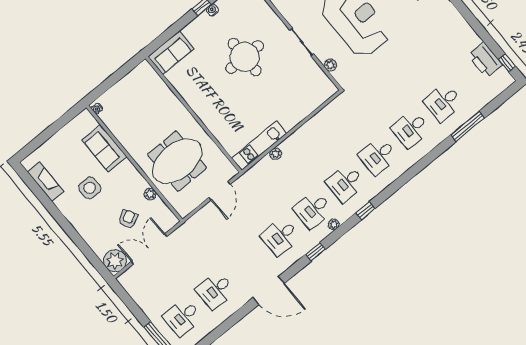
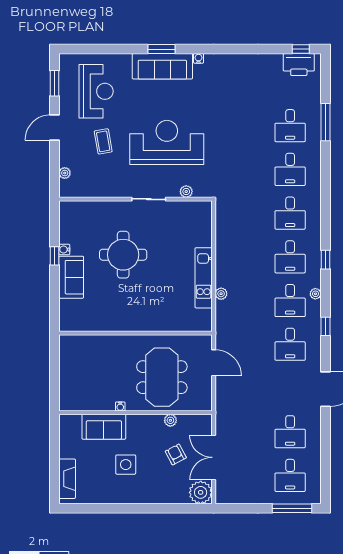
sofa: (171, 53) -> (71, 277), moved
printer: (485, 60) -> (299, 65), moved
water cooler: (97, 109) -> (120, 406), moved
kitchen unit: (259, 146) -> (204, 278), moved
fireplace: (46, 182) -> (67, 479), moved, turned 90

